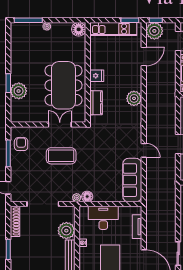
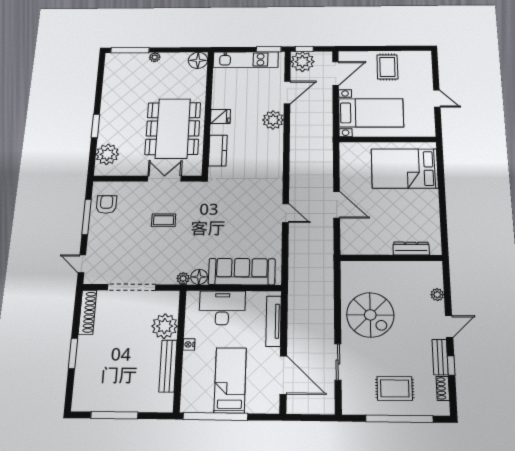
plant: (19, 91) -> (107, 154), moved
plant: (134, 98) -> (273, 120), moved
coffee table: (61, 156) -> (164, 220), width x0.54, depth x0.58
sofa: (132, 180) -> (242, 272), moved, turned 90
tv unit: (137, 227) -> (274, 321), width x1.41

